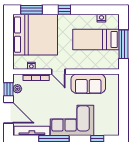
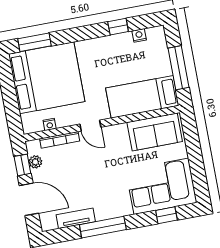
window: (64, 10) -> (118, 27), moved
bed: (96, 39) -> (142, 97), moved
sofa: (88, 84) -> (155, 132), moved
corner sofa: (72, 120) -> (161, 186), moved
tv unit: (32, 131) -> (76, 218), width x0.71

